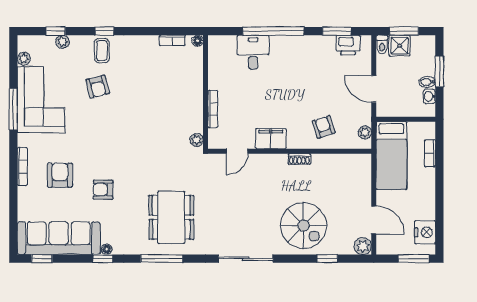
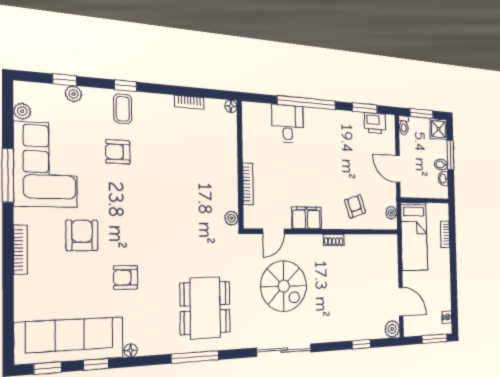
bookcase: (172, 40) -> (189, 102), moved
shower: (400, 46) -> (438, 129), moved
armchair: (98, 87) -> (118, 152), turned 104
armchair: (60, 175) -> (82, 235), moved
spiral stairs: (304, 226) -> (284, 286), moved
nightstand: (425, 232) -> (447, 317), width x0.53, depth x0.56
window: (103, 259) -> (96, 364), moved

